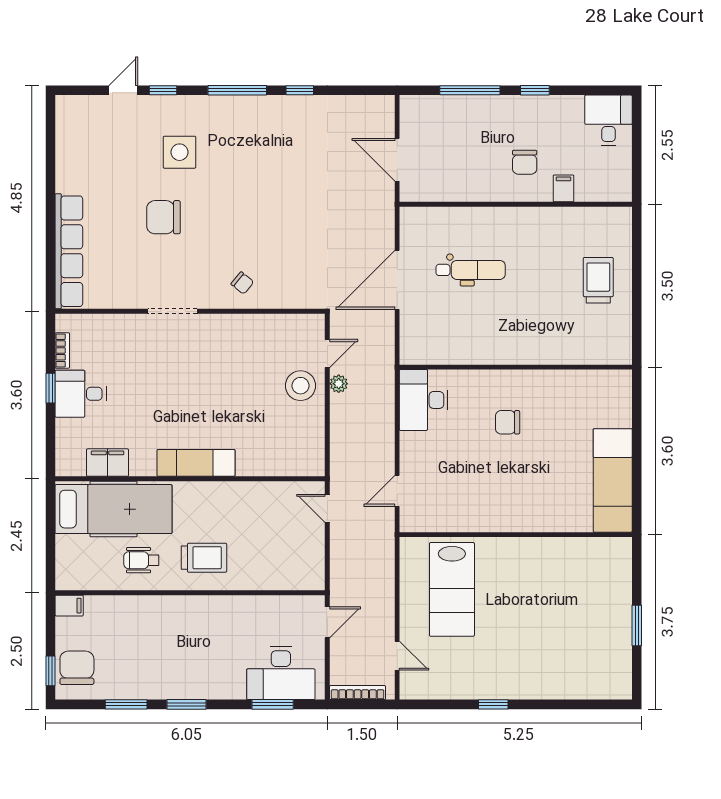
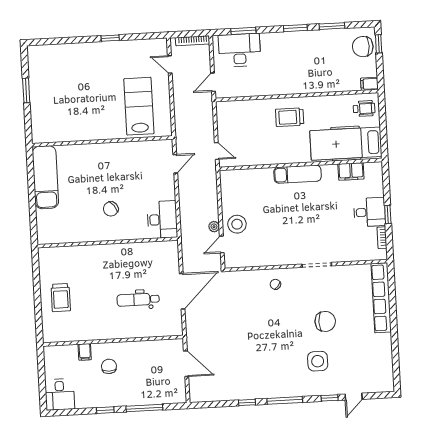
chair: (508, 422) -> (111, 209), turned 143
wheelchair: (141, 560) -> (364, 109), moved
chair: (77, 668) -> (363, 47), turned 90

